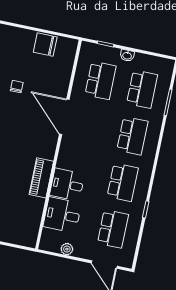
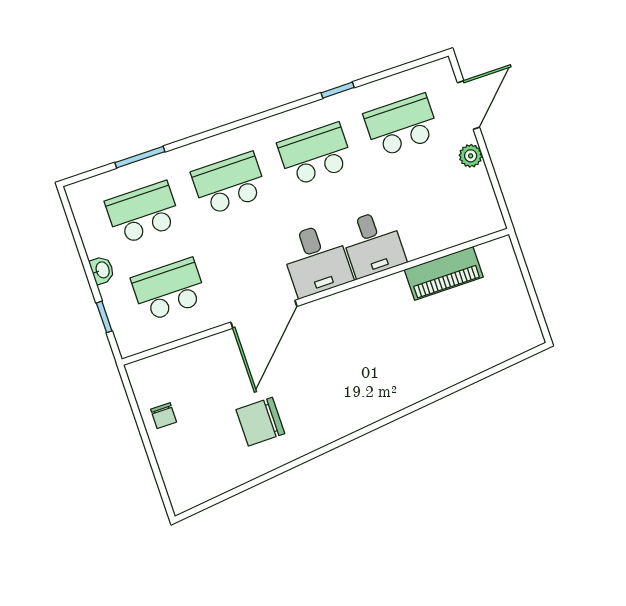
chair: (45, 45) -> (164, 416), width x0.54, depth x0.54
chair: (17, 87) -> (260, 422), width x1.87, depth x1.87
piano: (41, 178) -> (444, 273), moved
desk: (62, 215) -> (316, 260), moved
plant: (67, 249) -> (471, 156), moved

